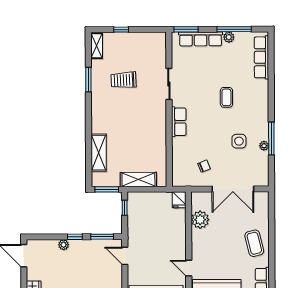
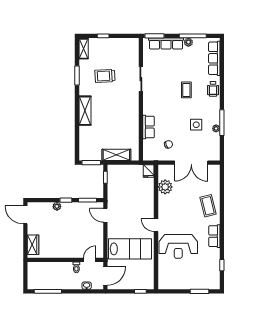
wheelchair: (260, 96) -> (213, 89), added
row of seats: (179, 122) -> (149, 127), moved
shelving: (99, 153) -> (85, 111), moved

